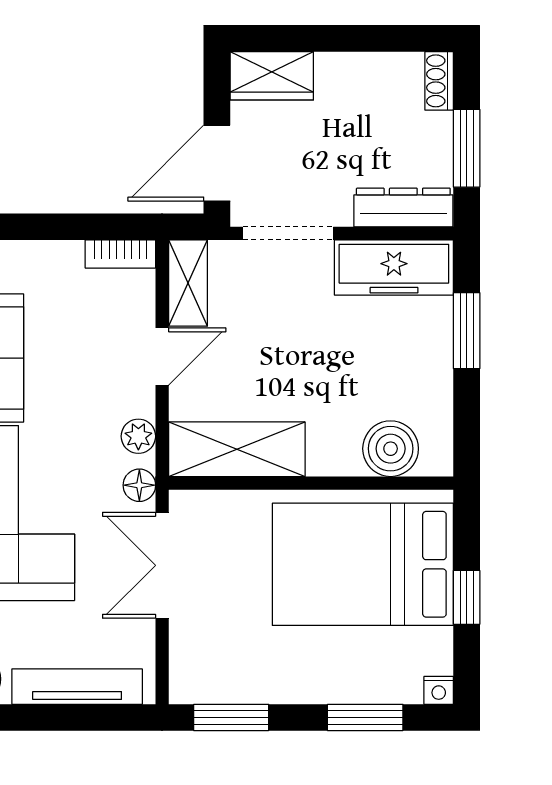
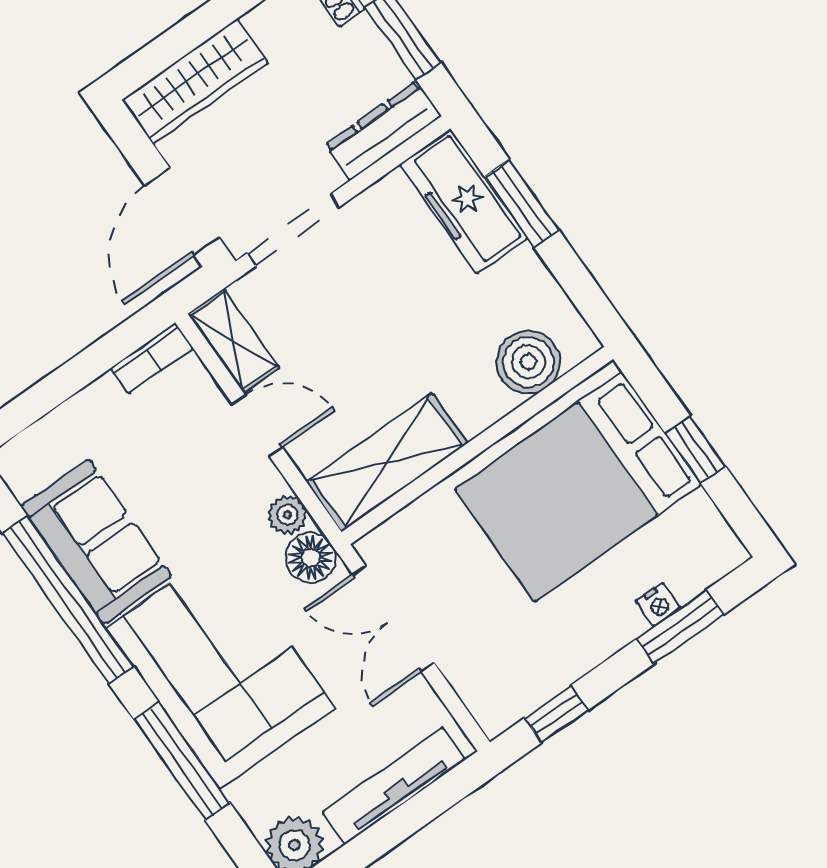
wardrobe: (272, 76) -> (195, 81), width x1.50
freezer: (394, 268) -> (464, 201), moved, turned 90
door: (162, 356) -> (257, 426), hinge flipped
floor lamp: (139, 485) -> (311, 558), width x1.37, depth x1.37
nightstand: (439, 690) -> (658, 605), moved
window: (231, 717) -> (556, 714), width x0.67

